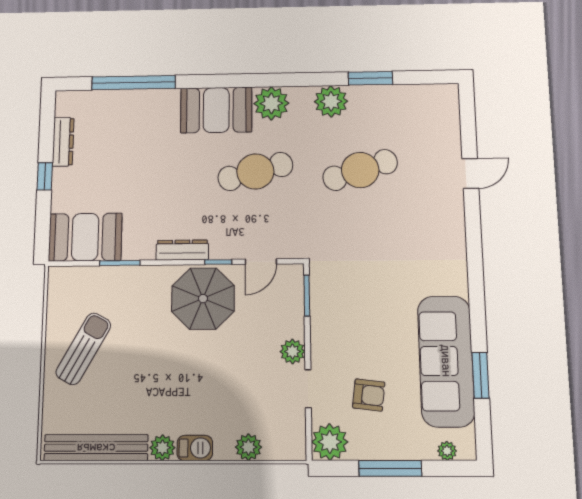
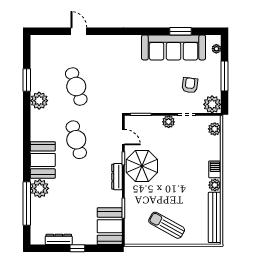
plant: (271, 103) -> (40, 188), moved
plant: (248, 447) -> (215, 129), moved

